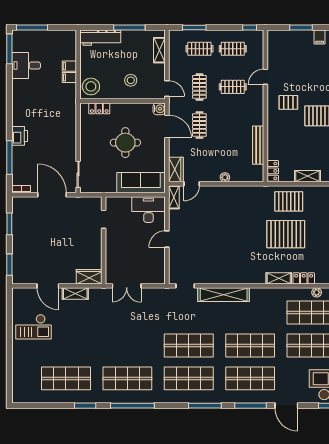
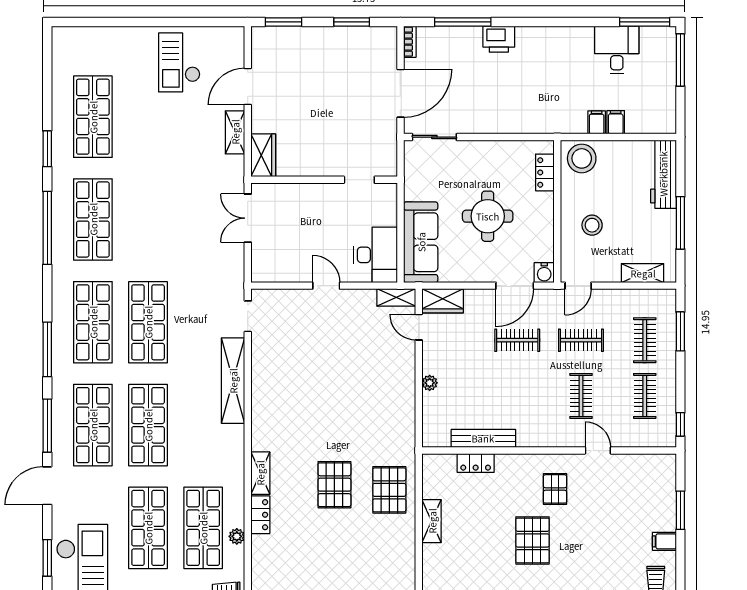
locker: (273, 171) -> (476, 463), moved
pallet: (286, 234) -> (334, 485), width x0.73, depth x0.71

